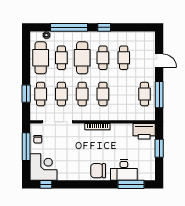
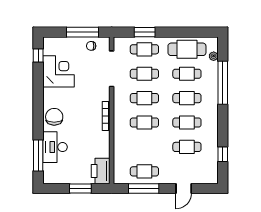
window: (104, 27) -> (223, 154), moved
cafe table: (82, 58) -> (187, 98), width x0.73, depth x0.74
corner desk: (43, 167) -> (58, 71), moved, turned -90

